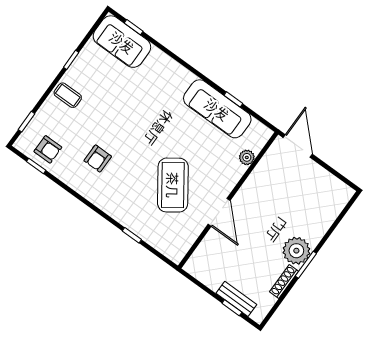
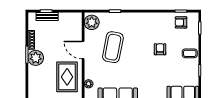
armchair: (98, 159) -> (160, 49), moved
coffee table: (173, 185) -> (113, 47), turned 46
rug: (271, 190) -> (67, 77), added
plant: (178, 243) -> (92, 22), added

